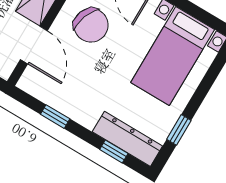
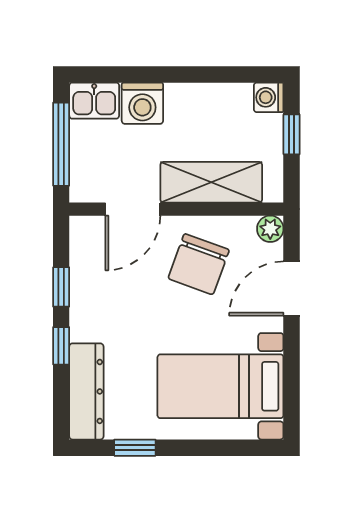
window: (114, 152) -> (61, 346), moved

